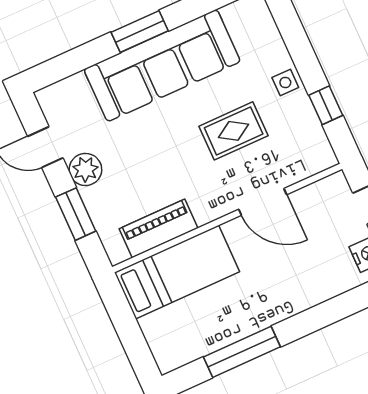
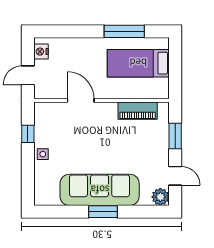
rug: (234, 131) -> (79, 142), removed
plant: (85, 169) -> (160, 197), moved
bed: (177, 272) -> (138, 63), moved

